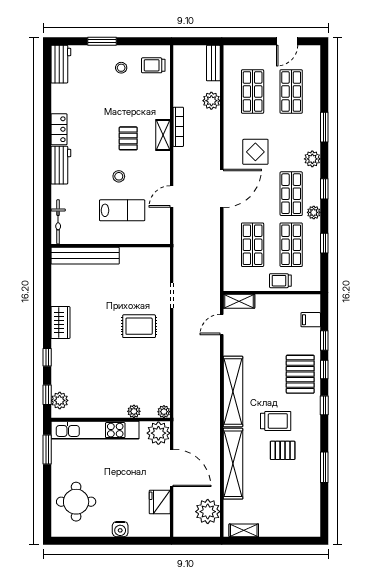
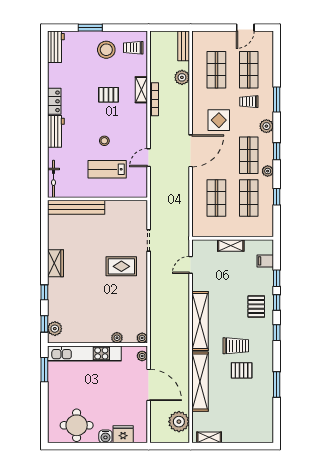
stool: (121, 68) -> (106, 50), width x1.89, depth x1.89
shelving: (163, 135) -> (141, 90), moved
pallet: (128, 138) -> (108, 95), moved, turned 90
lab bench: (122, 210) -> (107, 169), turned 180
trolley: (280, 281) -> (249, 102), moved
shelving: (239, 301) -> (231, 245), moved
pallet: (300, 374) -> (256, 307), width x0.67, depth x0.71
plant: (158, 433) -> (142, 356), width x0.53, depth x0.53
round table: (76, 502) -> (77, 425), moved
fridge: (160, 502) -> (123, 434), moved, turned 90

